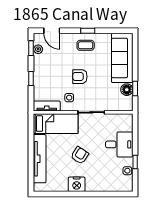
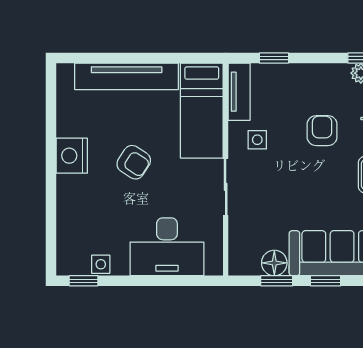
window: (135, 66) -> (326, 281), added
armchair: (80, 77) -> (322, 131), moved
window: (31, 78) -> (274, 58), moved
desk: (119, 144) -> (167, 247), width x1.37
window: (135, 162) -> (84, 281), moved

